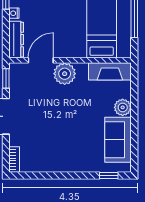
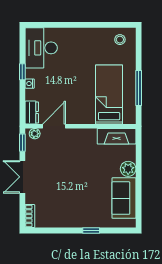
dresser: (16, 40) -> (32, 113), width x0.70
plant: (65, 74) -> (35, 134), moved, width x0.53, depth x0.53
window: (109, 176) -> (91, 230), moved

